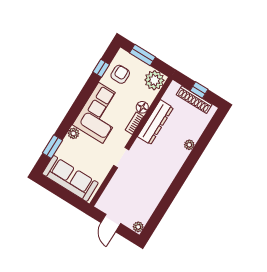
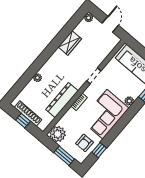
floor lamp: (142, 107) -> (71, 114), removed
wardrobe: (156, 193) -> (70, 43), added

